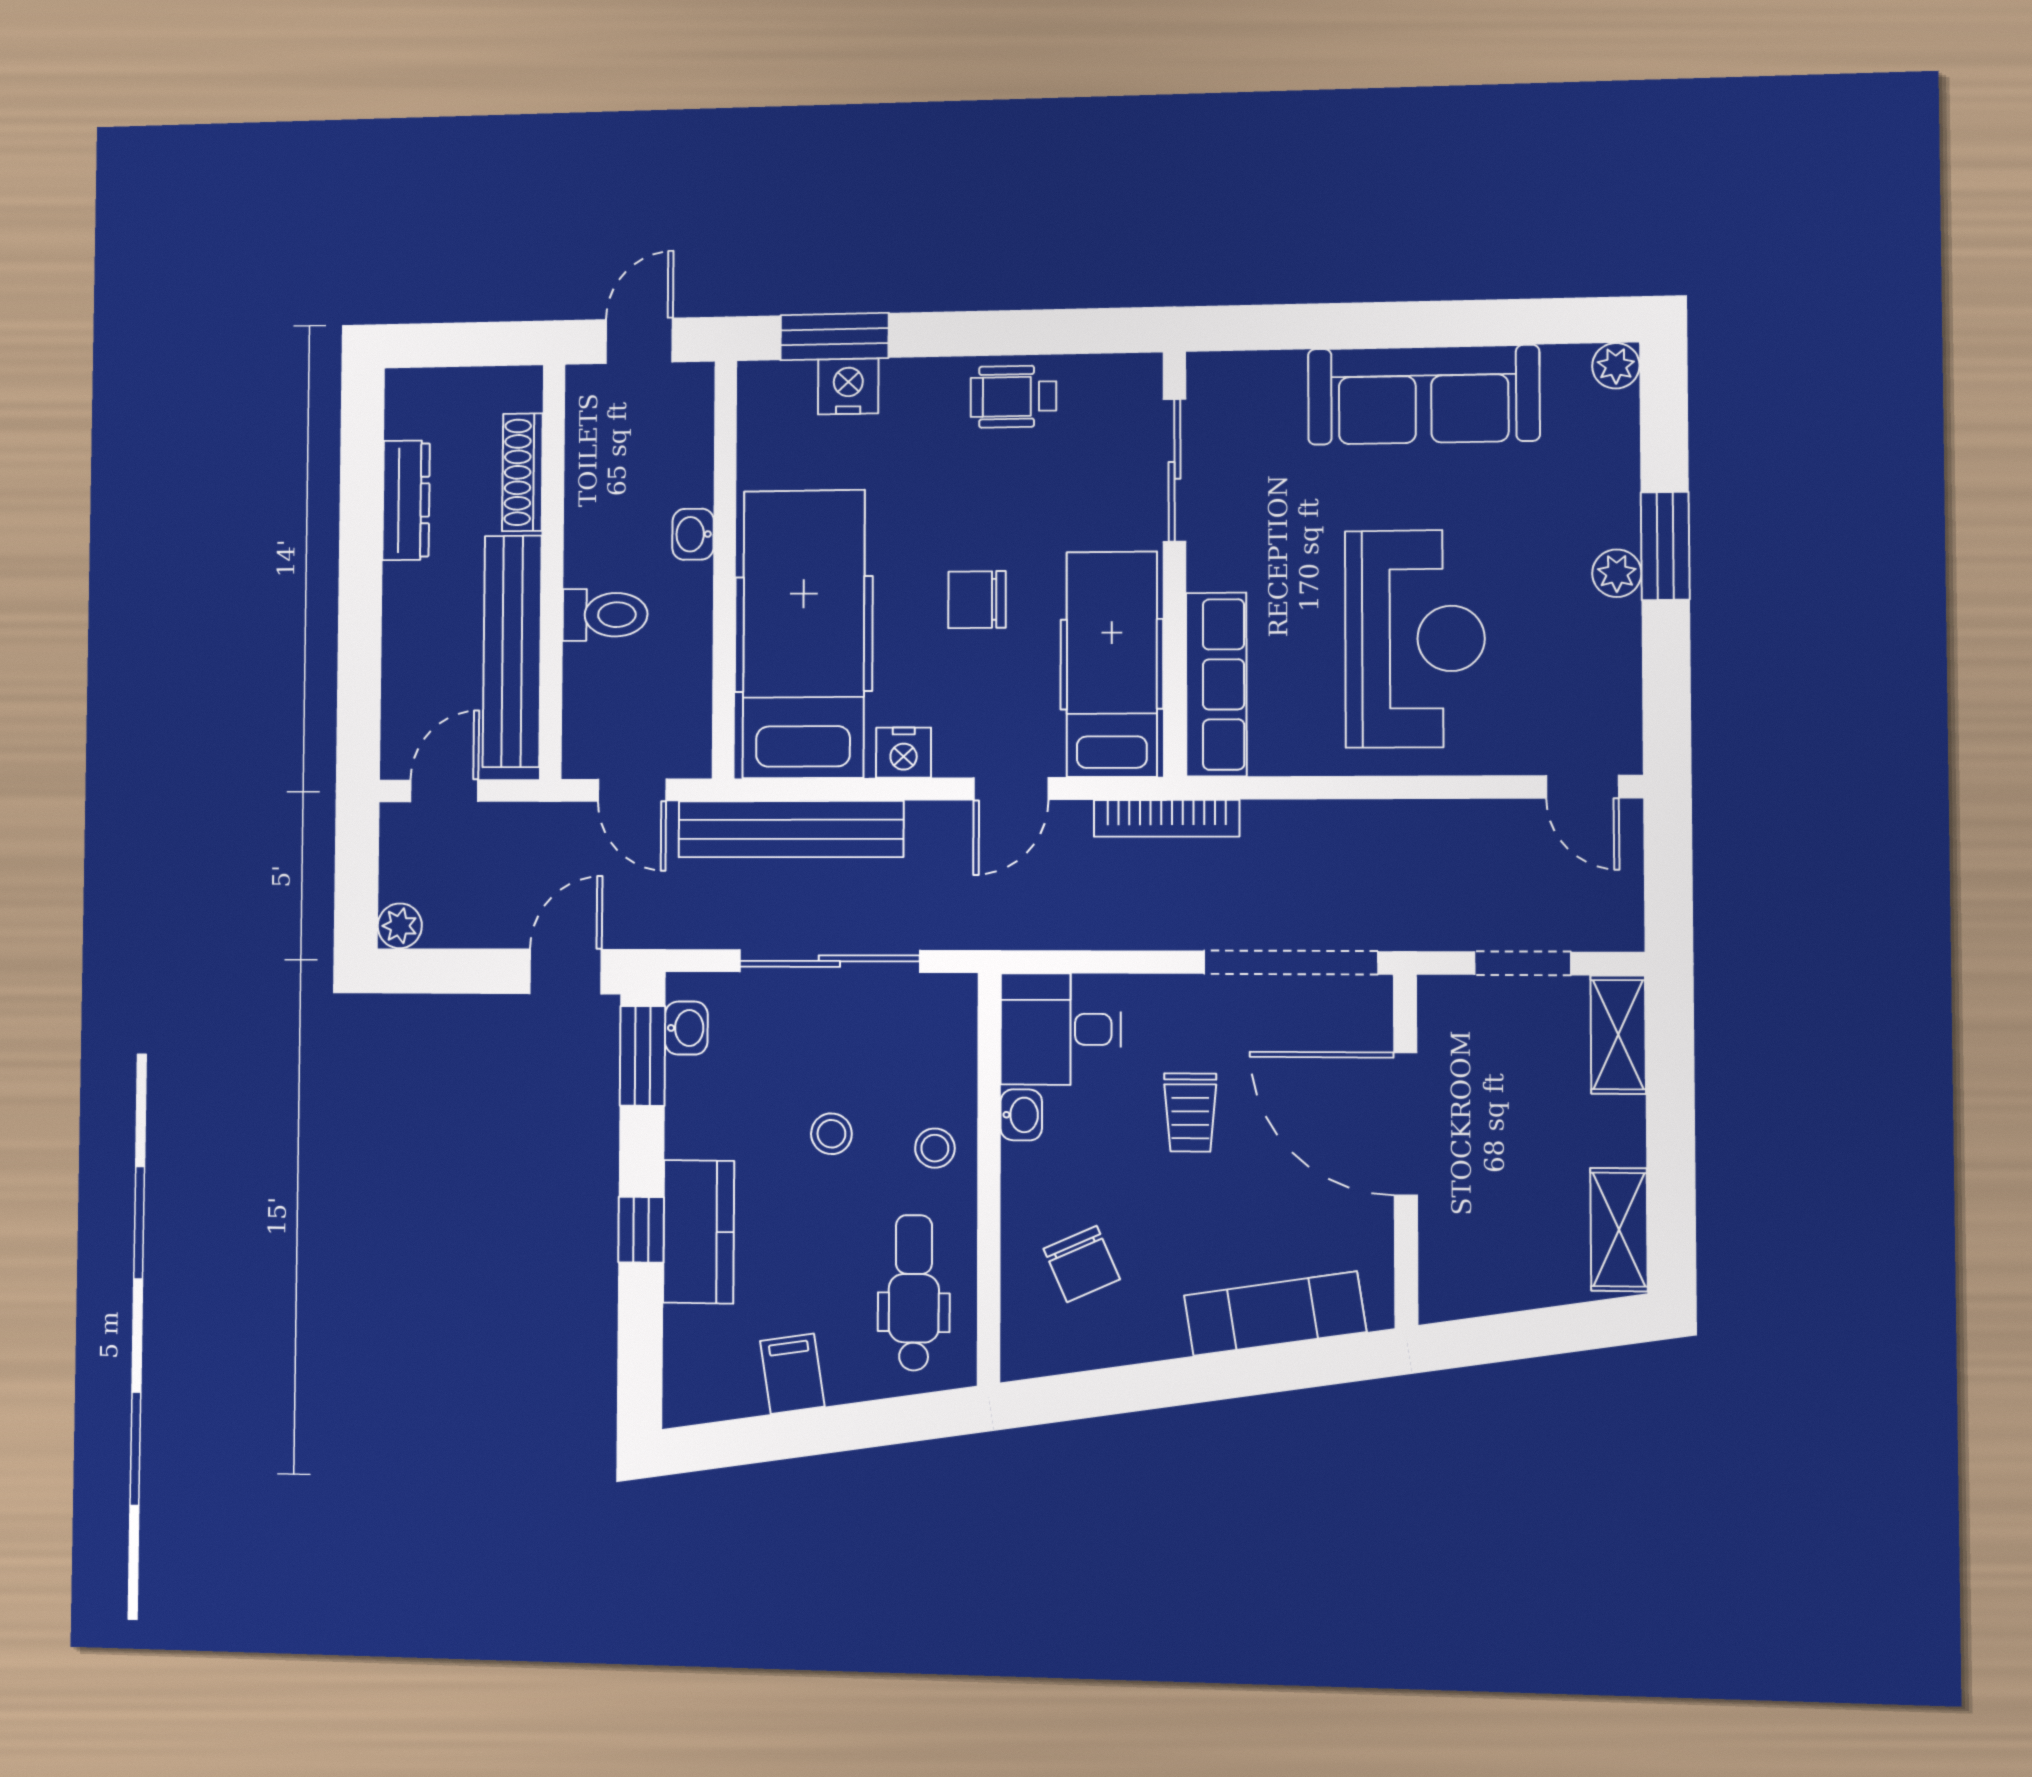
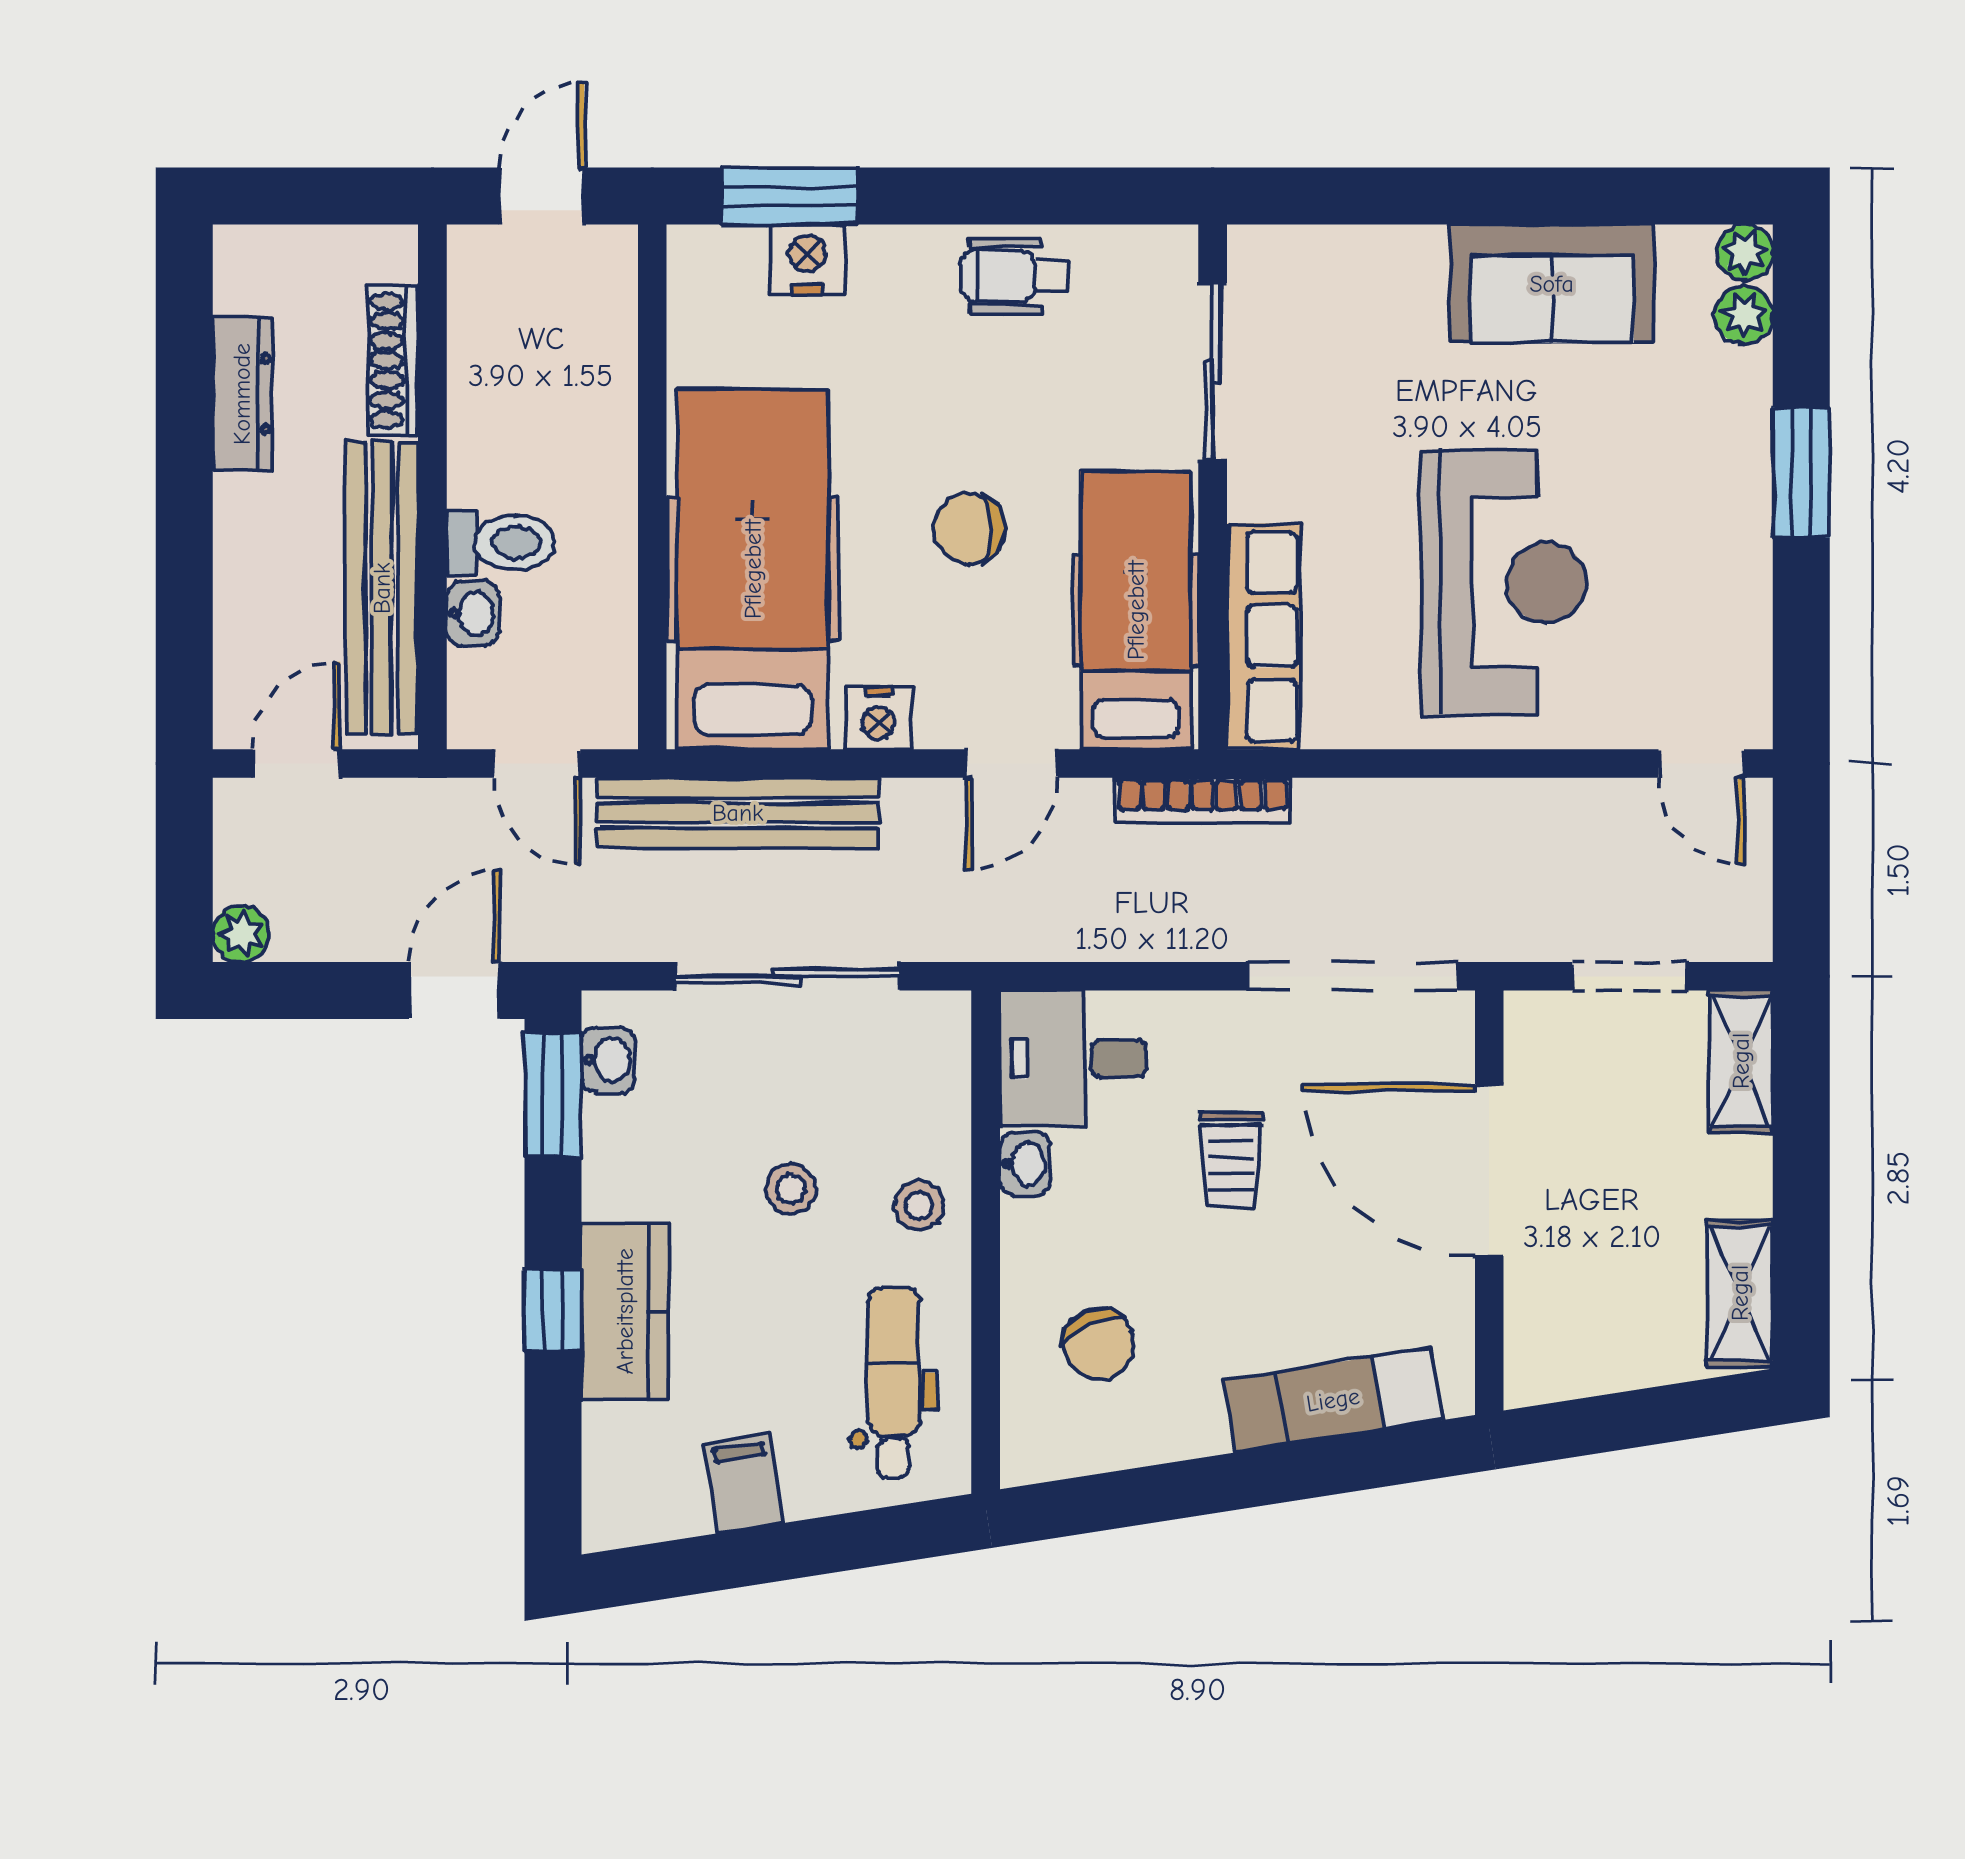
sofa: (1423, 395) -> (1552, 284), width x0.73
washbasin: (693, 534) -> (473, 613), moved, turned 180
plant: (1617, 573) -> (1744, 315), moved

